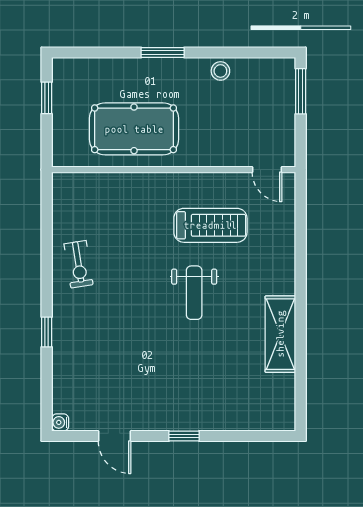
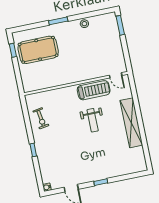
pool table: (134, 129) -> (38, 50), moved
wall: (174, 170) -> (76, 83), moved
door: (267, 170) -> (116, 75), moved
shelving: (280, 334) -> (131, 123), width x1.47

